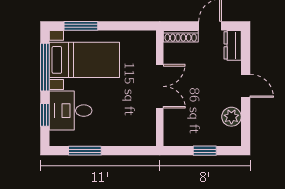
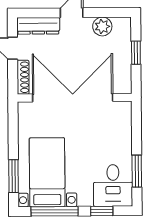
dresser: (233, 45) -> (38, 26), width x1.44
double door: (160, 86) -> (73, 98), width x1.87
desk: (71, 111) -> (113, 186), moved

